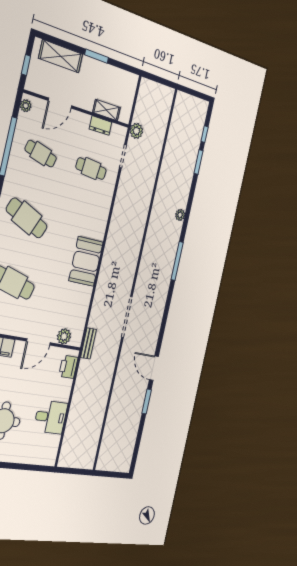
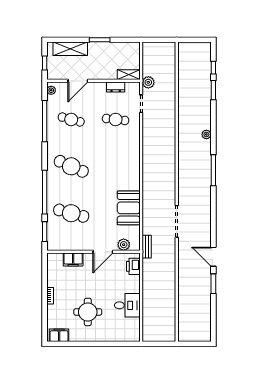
shelving: (107, 110) -> (129, 75), moved
booth: (86, 261) -> (129, 208), moved

